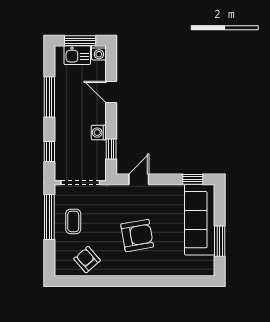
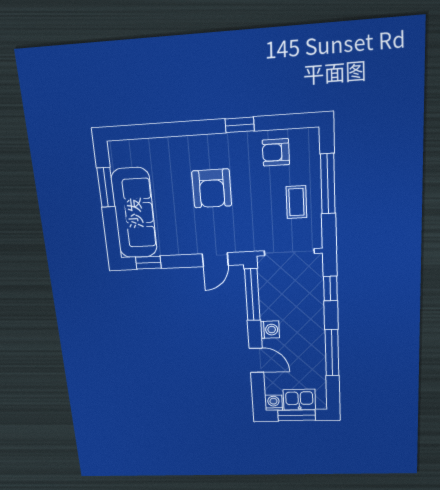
washing machine: (99, 133) -> (270, 330), moved
window: (111, 149) -> (252, 295), width x2.17
window: (49, 217) -> (328, 184), moved
armchair: (137, 236) -> (212, 188), turned -80
armchair: (87, 260) -> (276, 152), turned 131
window: (113, 281) -> (240, 125), added

